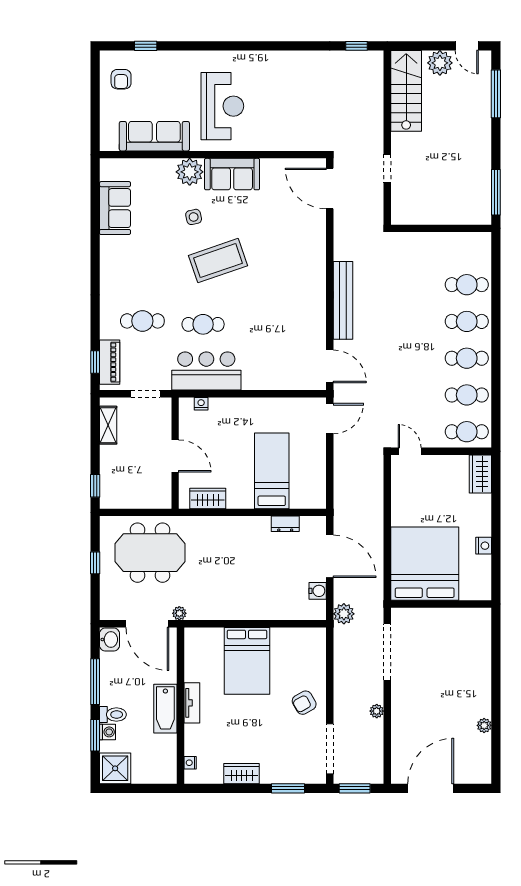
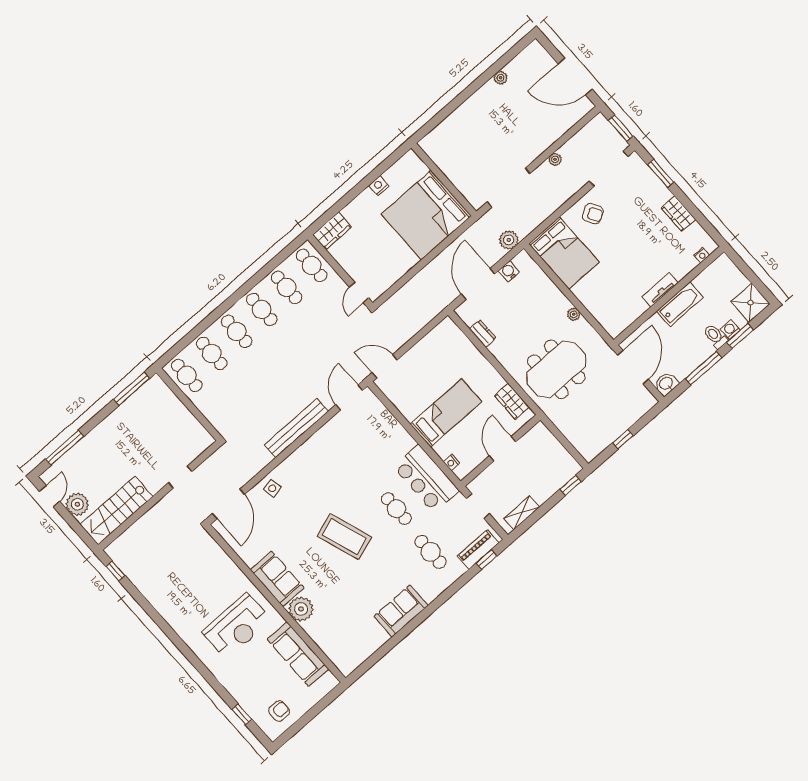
reception desk: (222, 106) -> (237, 626), turned 180
sofa: (115, 208) -> (401, 611), moved
side table: (194, 217) -> (272, 488), moved
cafe table: (467, 248) -> (187, 375), added
bed: (272, 471) -> (446, 413), moved, turned 180
meeting table: (150, 553) -> (556, 369), moved, turned 90
plant: (179, 613) -> (574, 314), moved
bed: (247, 661) -> (564, 253), moved, turned 90

